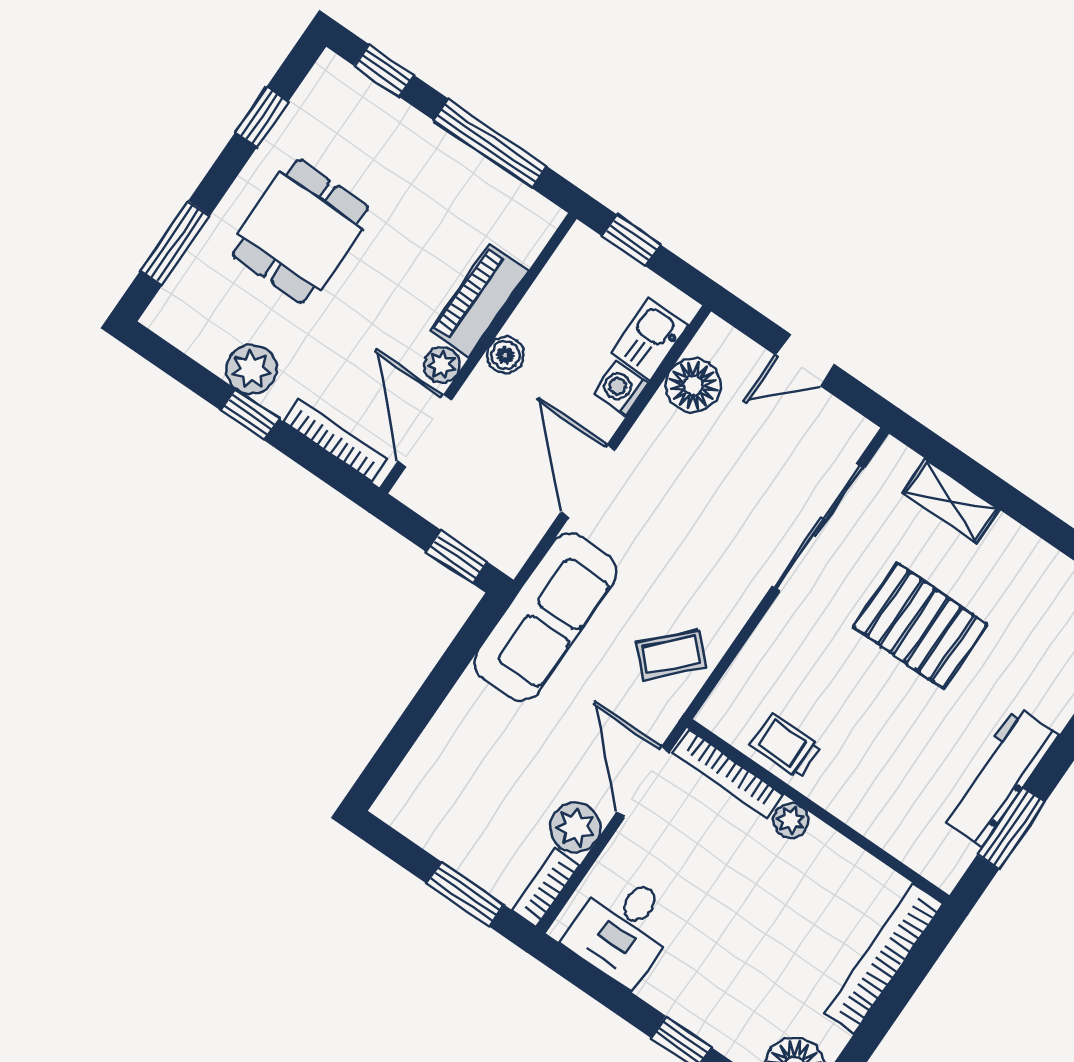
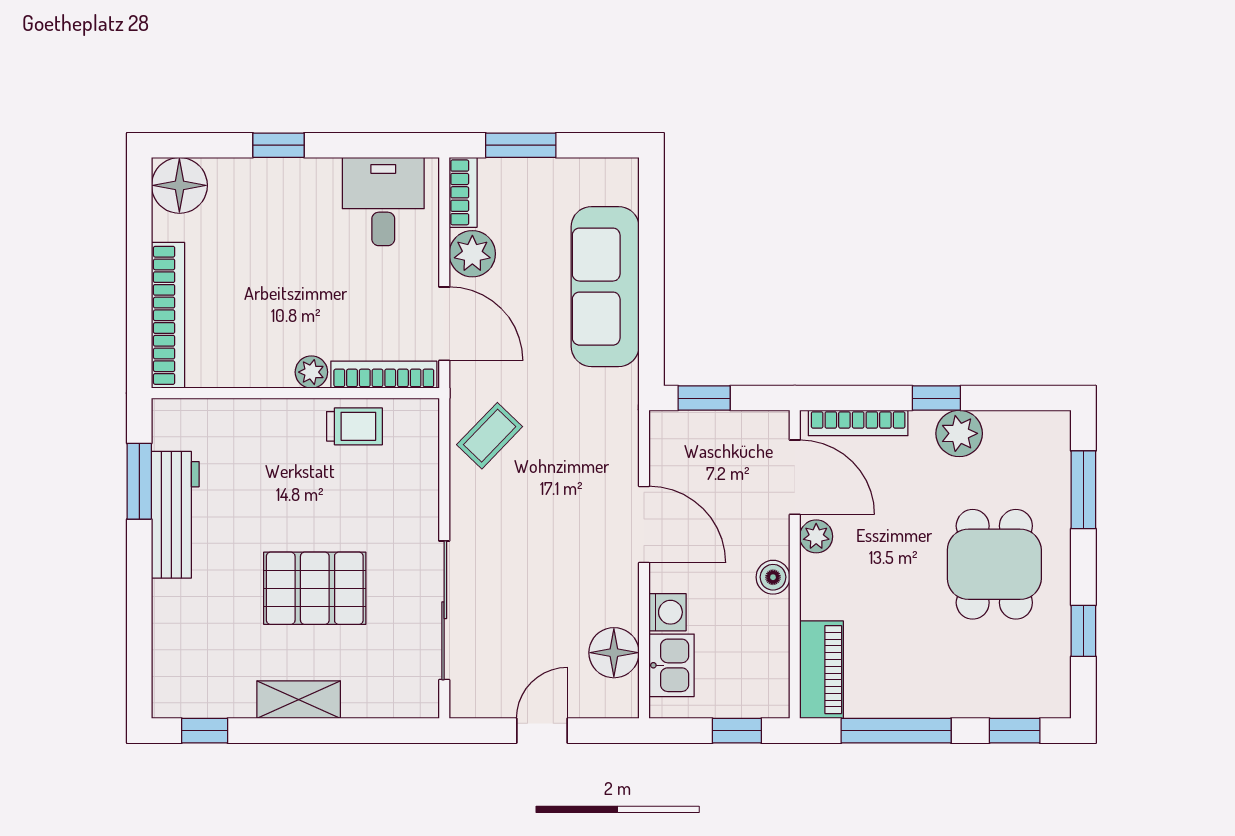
piano: (479, 301) -> (822, 670), moved
shelving: (951, 501) -> (299, 700), moved
sofa: (546, 617) -> (605, 287), moved

